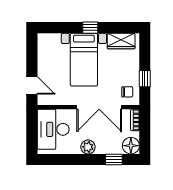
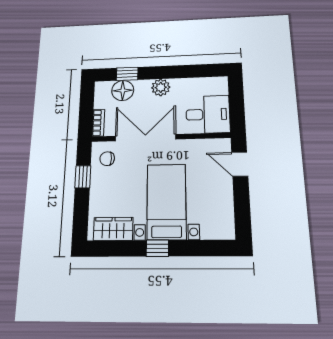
desk: (53, 129) -> (208, 114), width x0.73
floor lamp: (131, 146) -> (123, 90), moved

